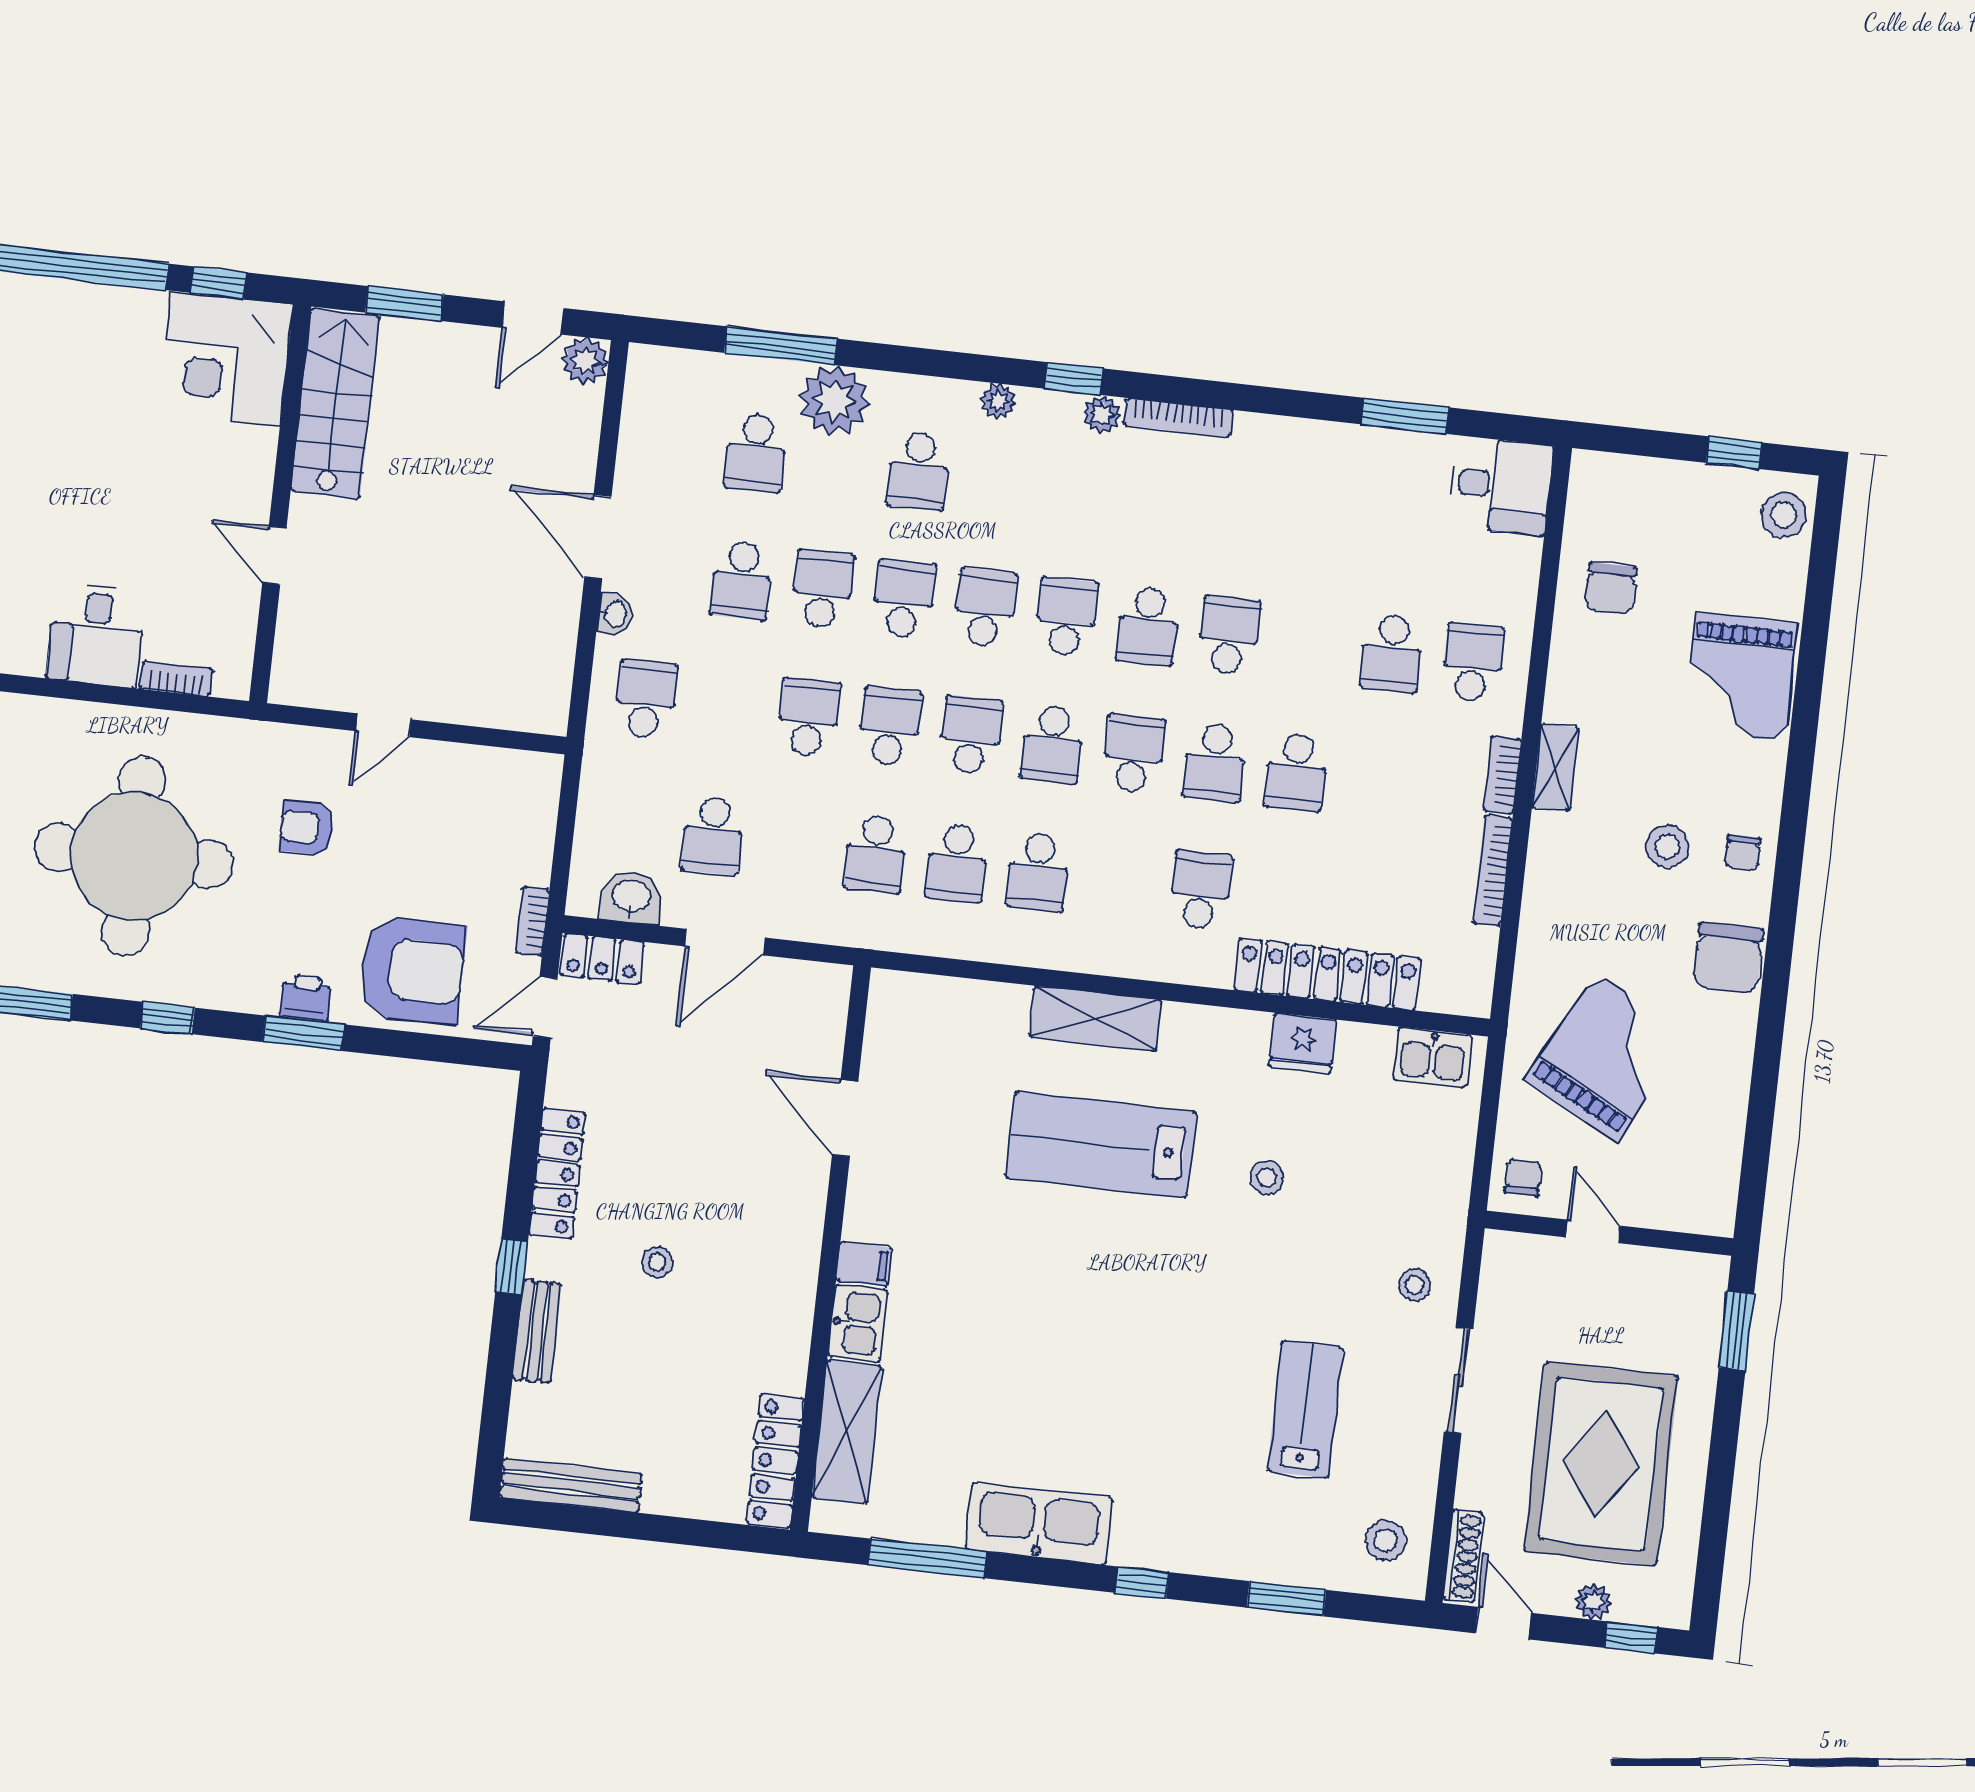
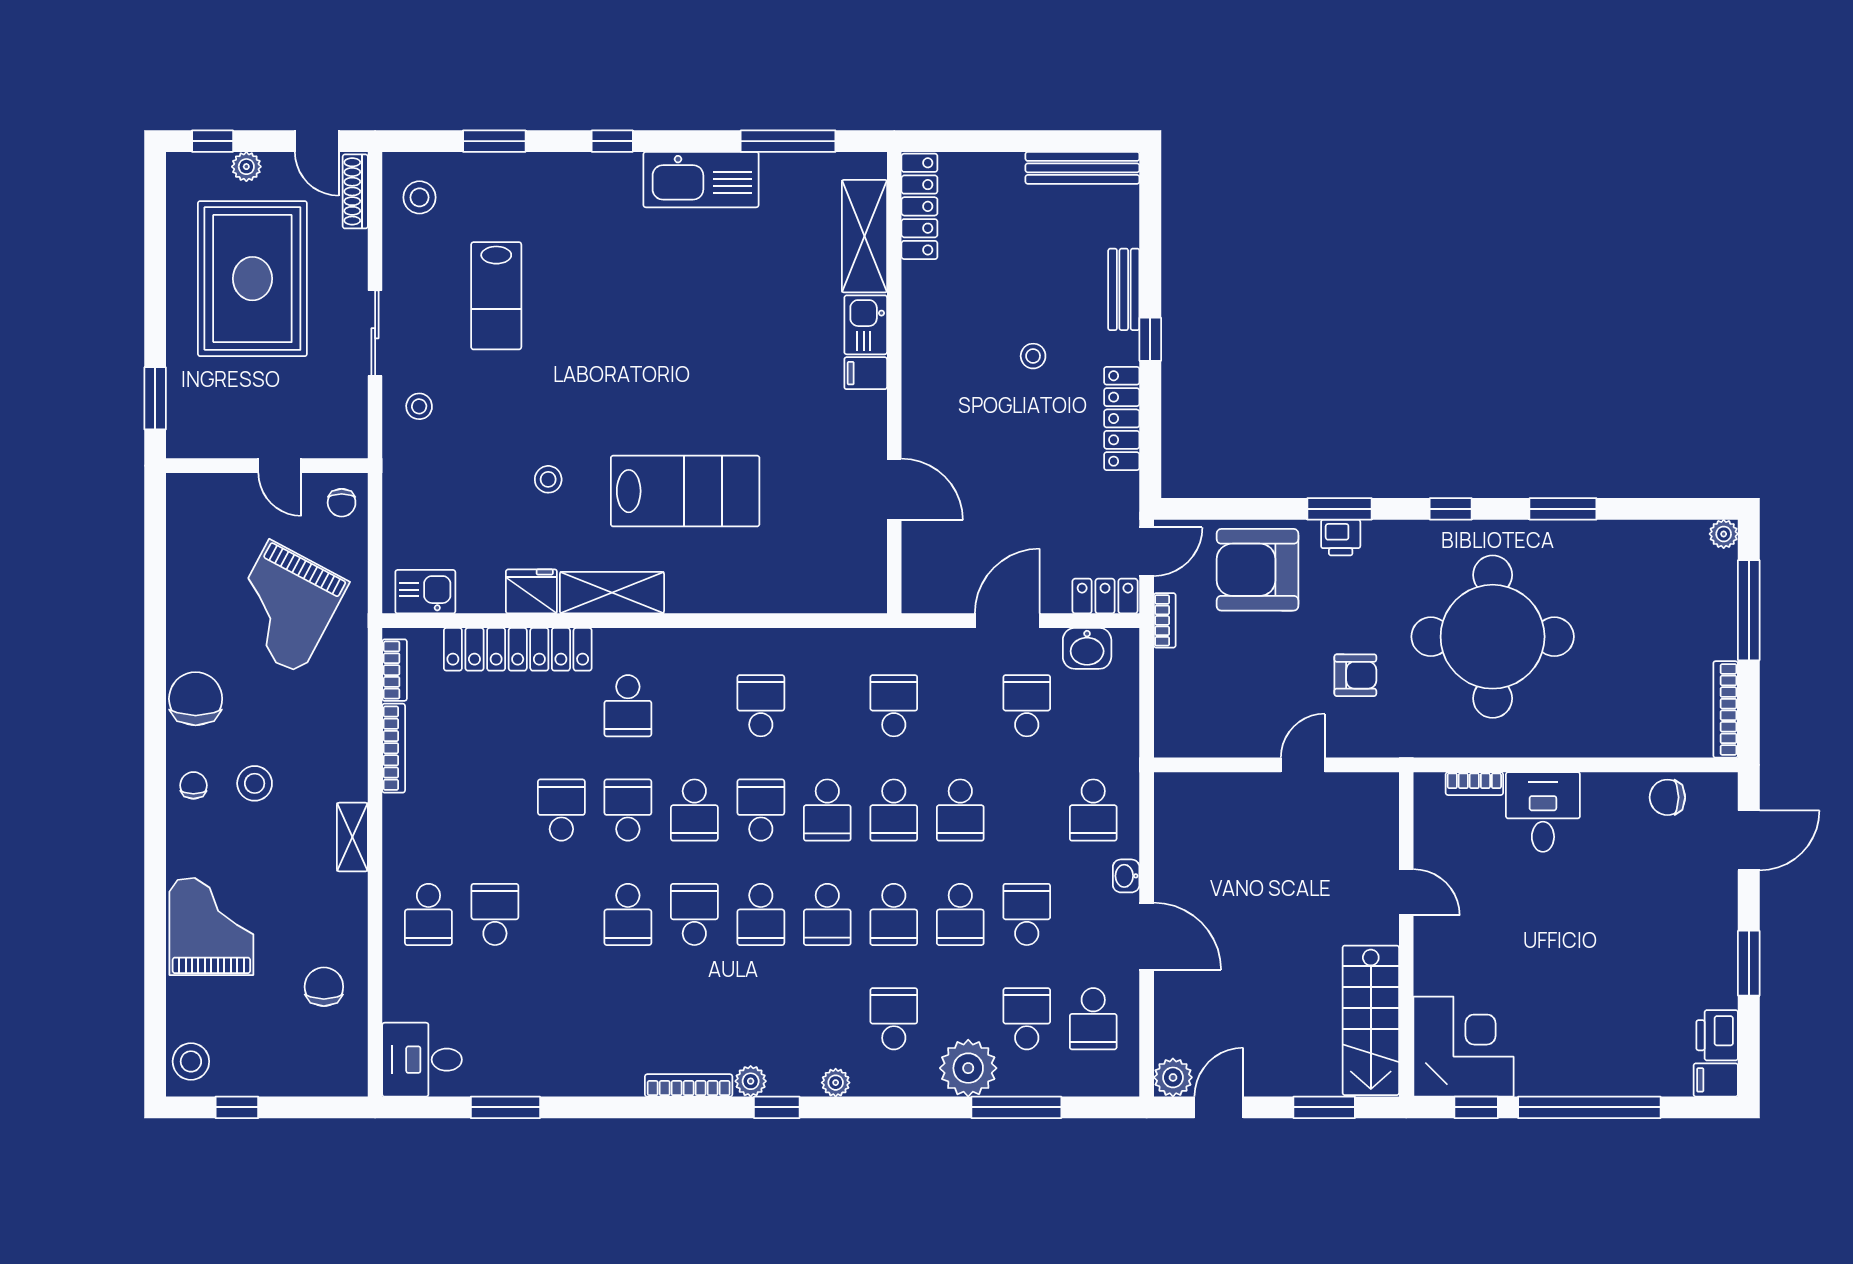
bookcase: (1502, 775) -> (395, 670), moved
school desk: (957, 863) -> (1093, 1019), moved, turned 180
shelving: (1095, 1018) -> (612, 593), moved

